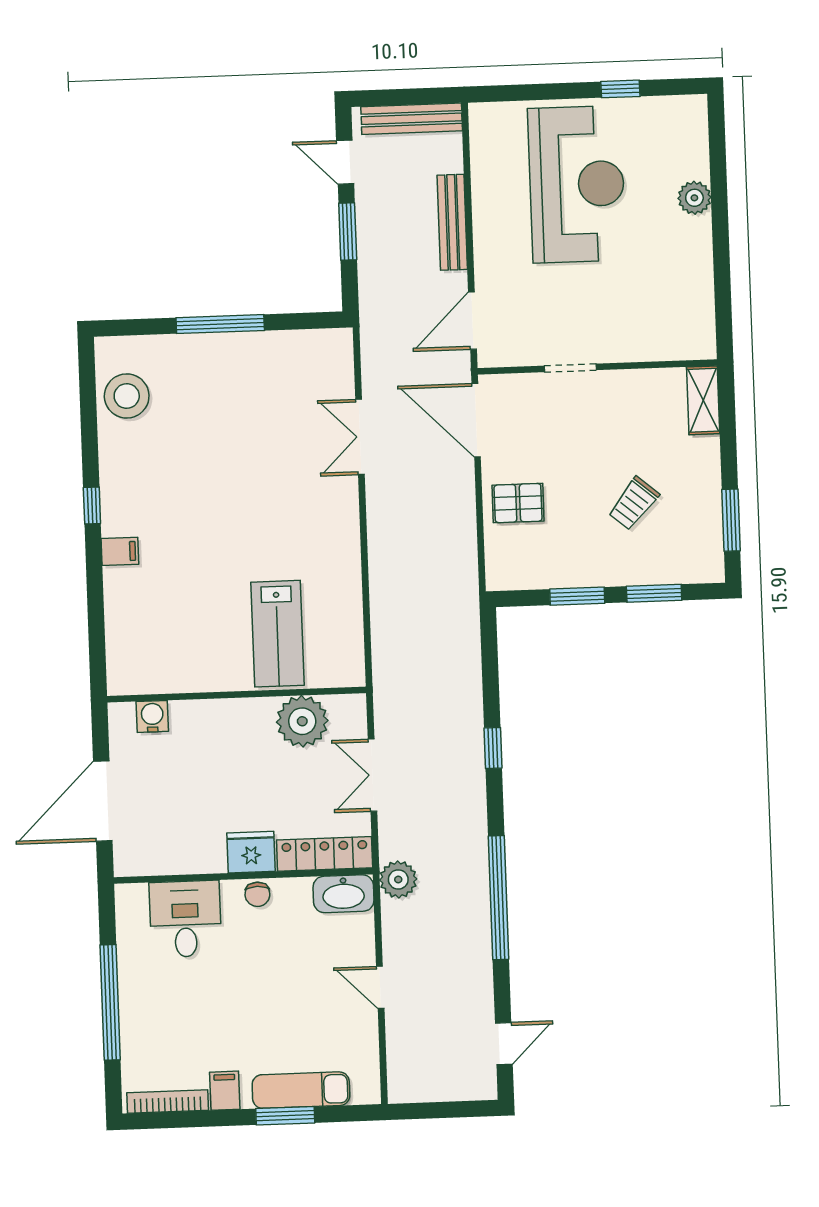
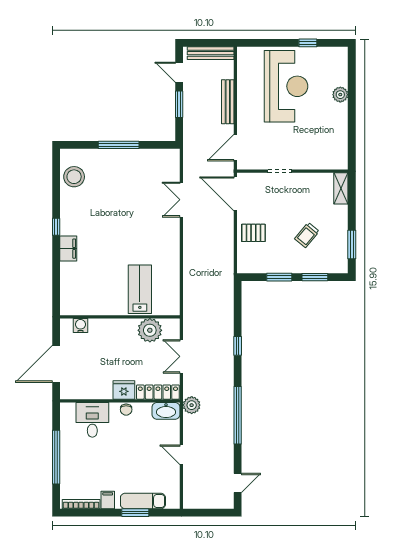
filing cabinet: (120, 551) -> (68, 249), width x2.00
lab bench: (278, 634) -> (140, 289), turned 180

